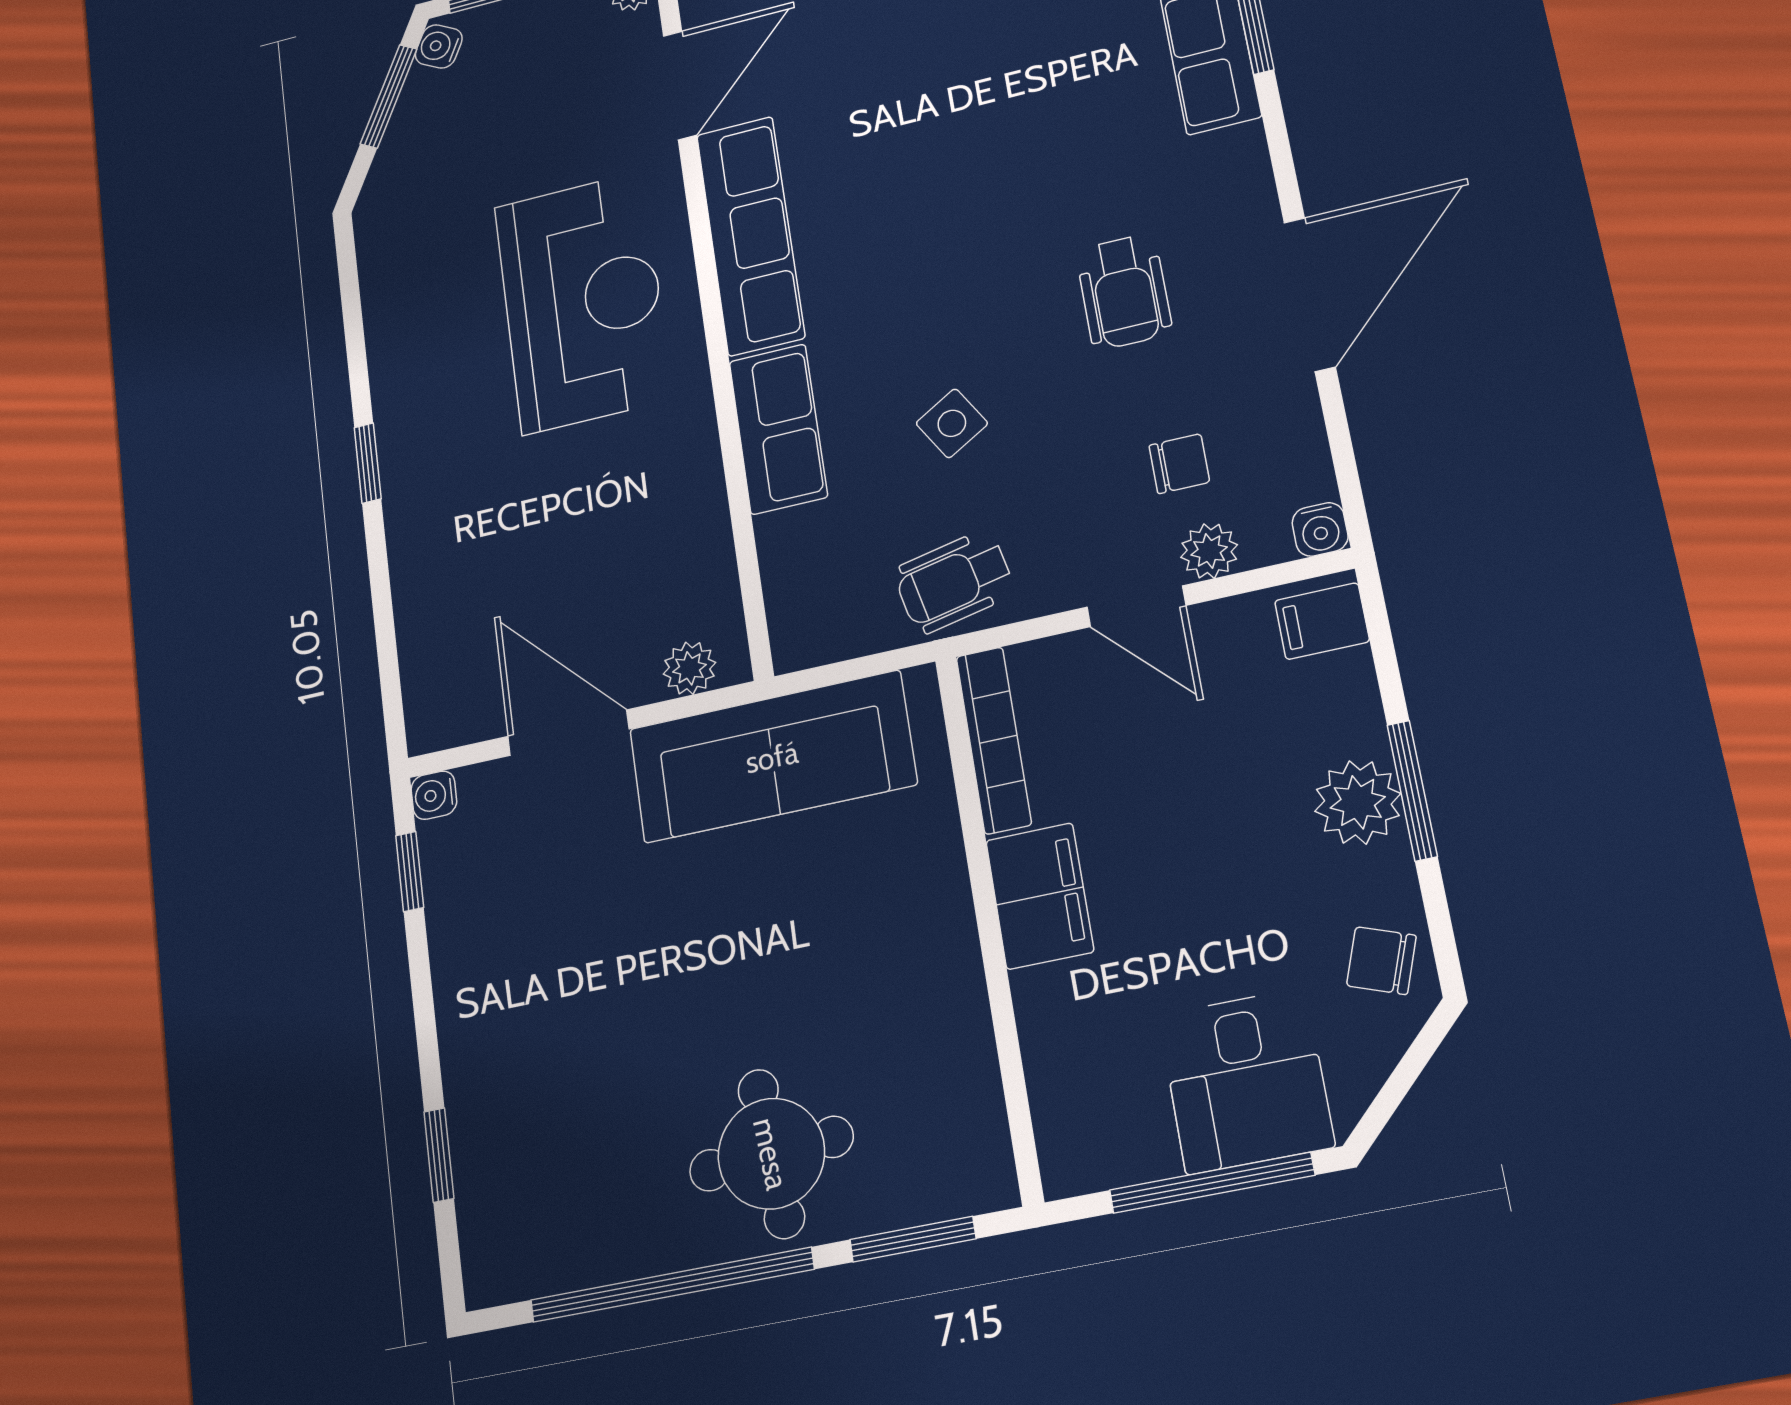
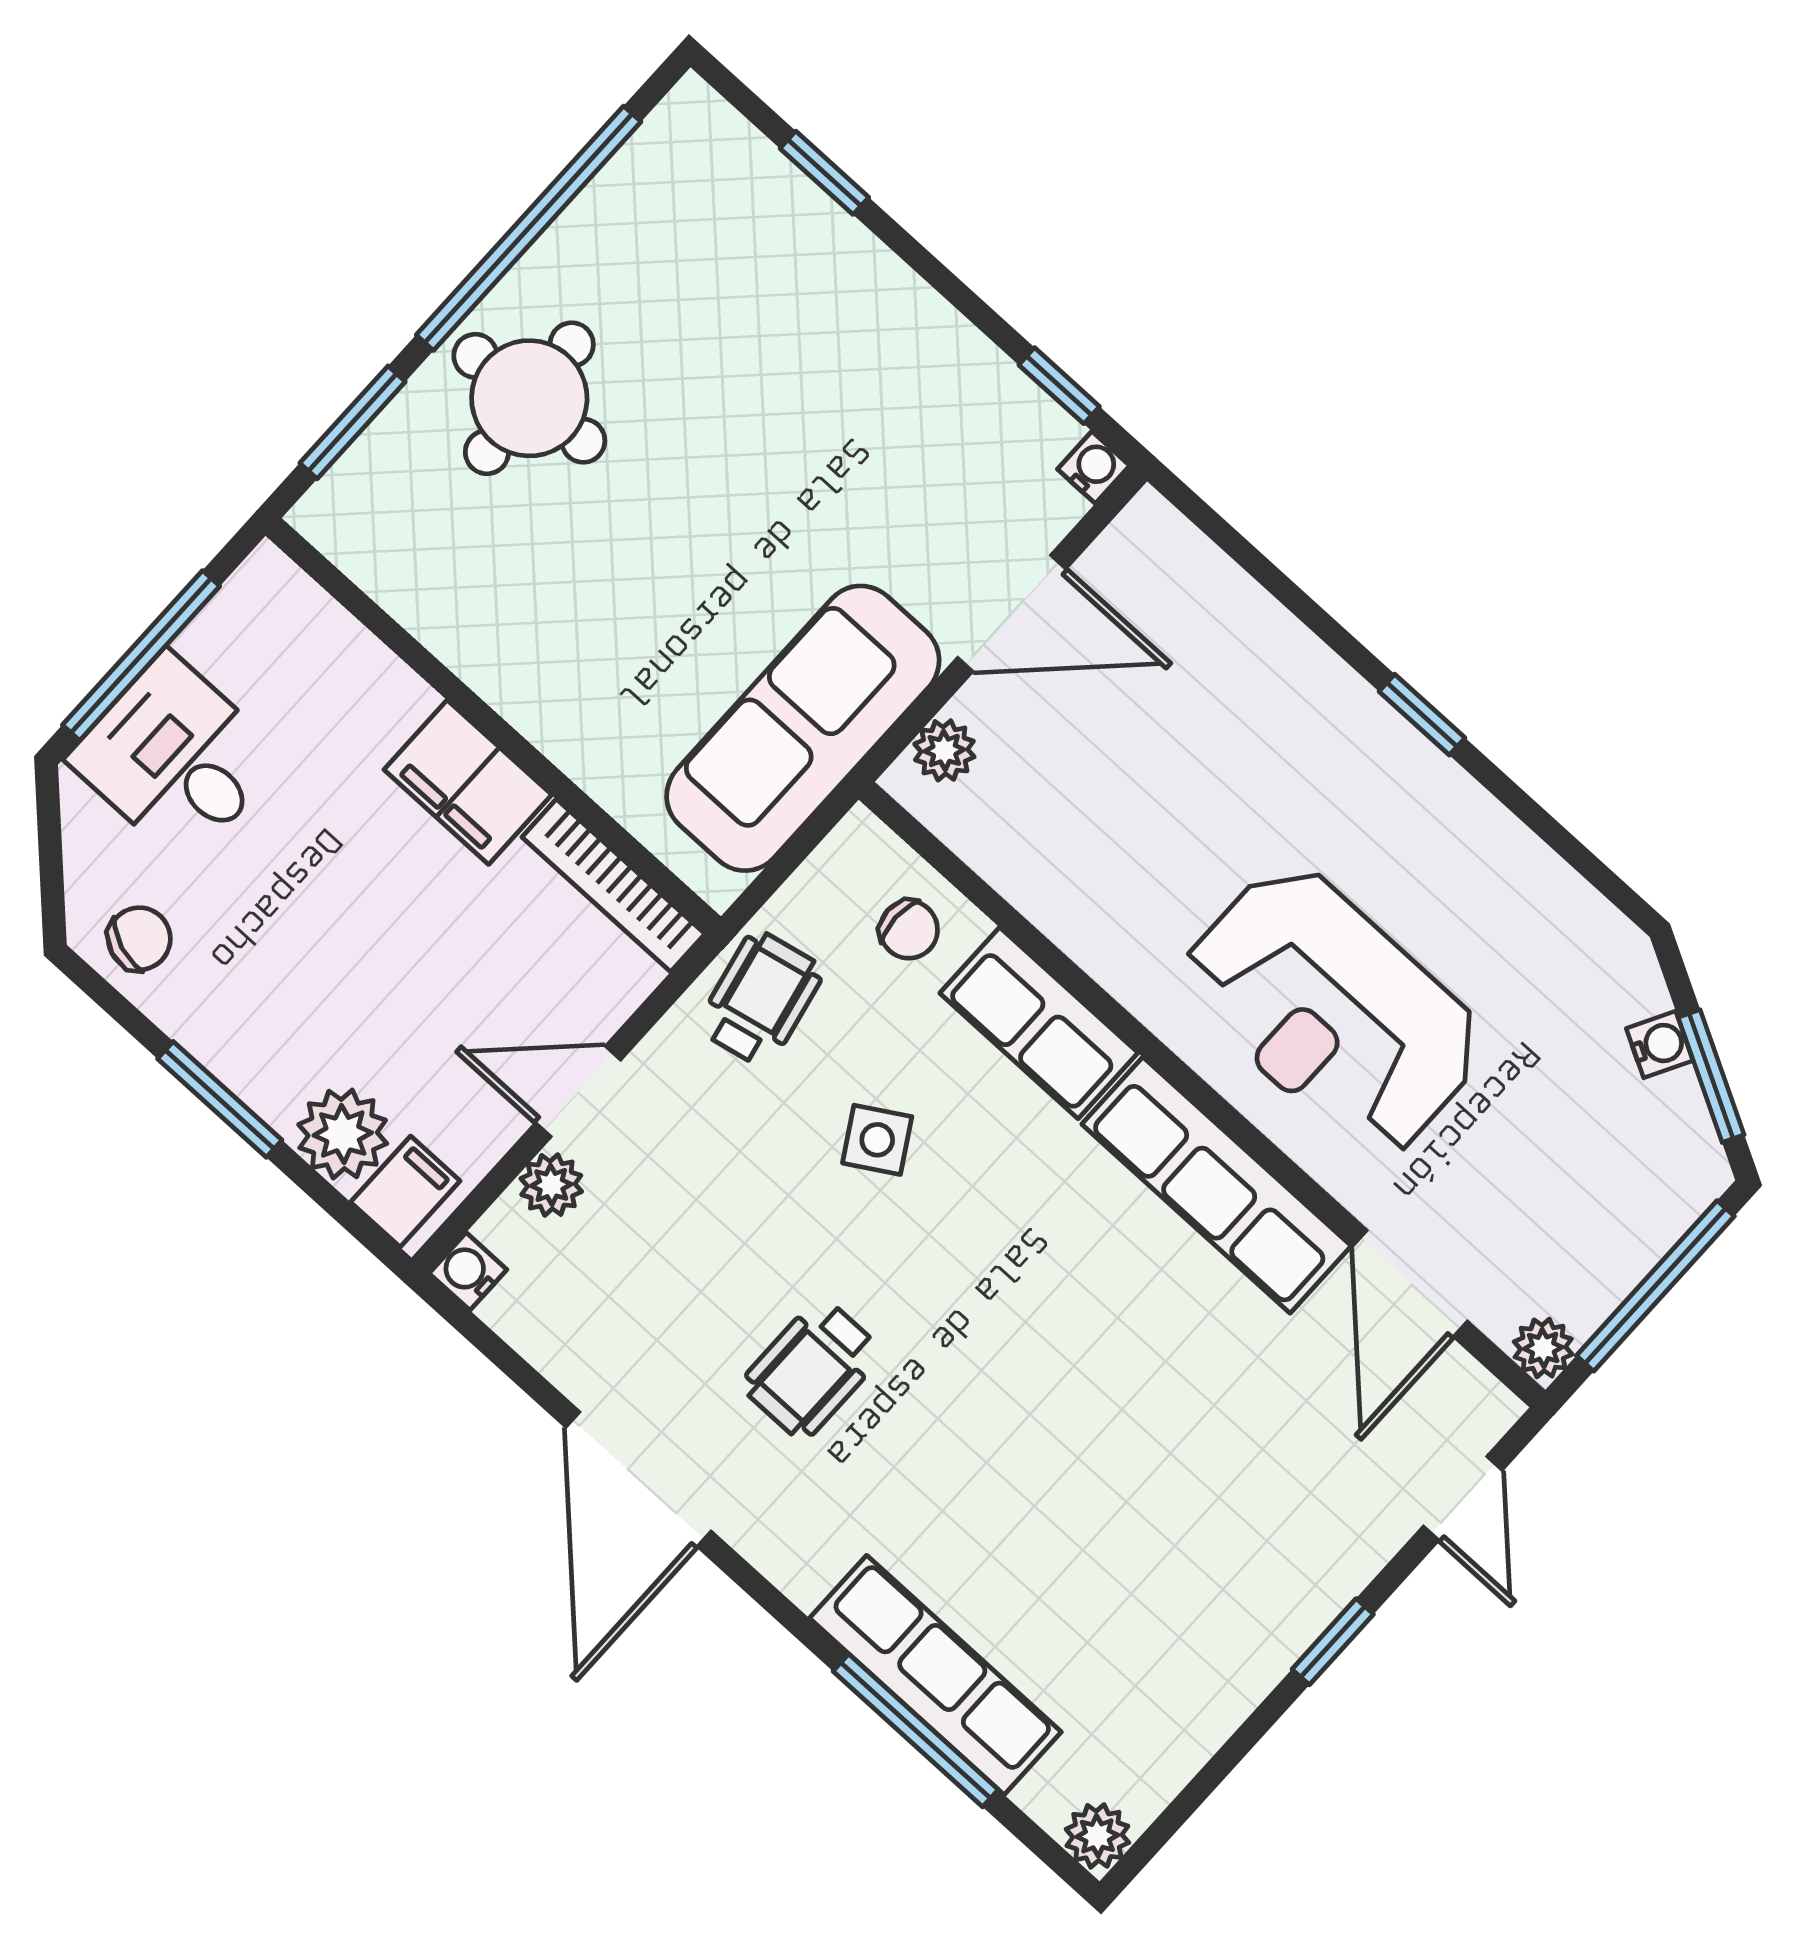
water cooler: (439, 46) -> (1660, 1044), moved
wheelchair: (1124, 292) -> (812, 1369), turned -90
chair: (1179, 464) -> (909, 930), moved, turned -90
plant: (1358, 802) -> (343, 1134), moved

